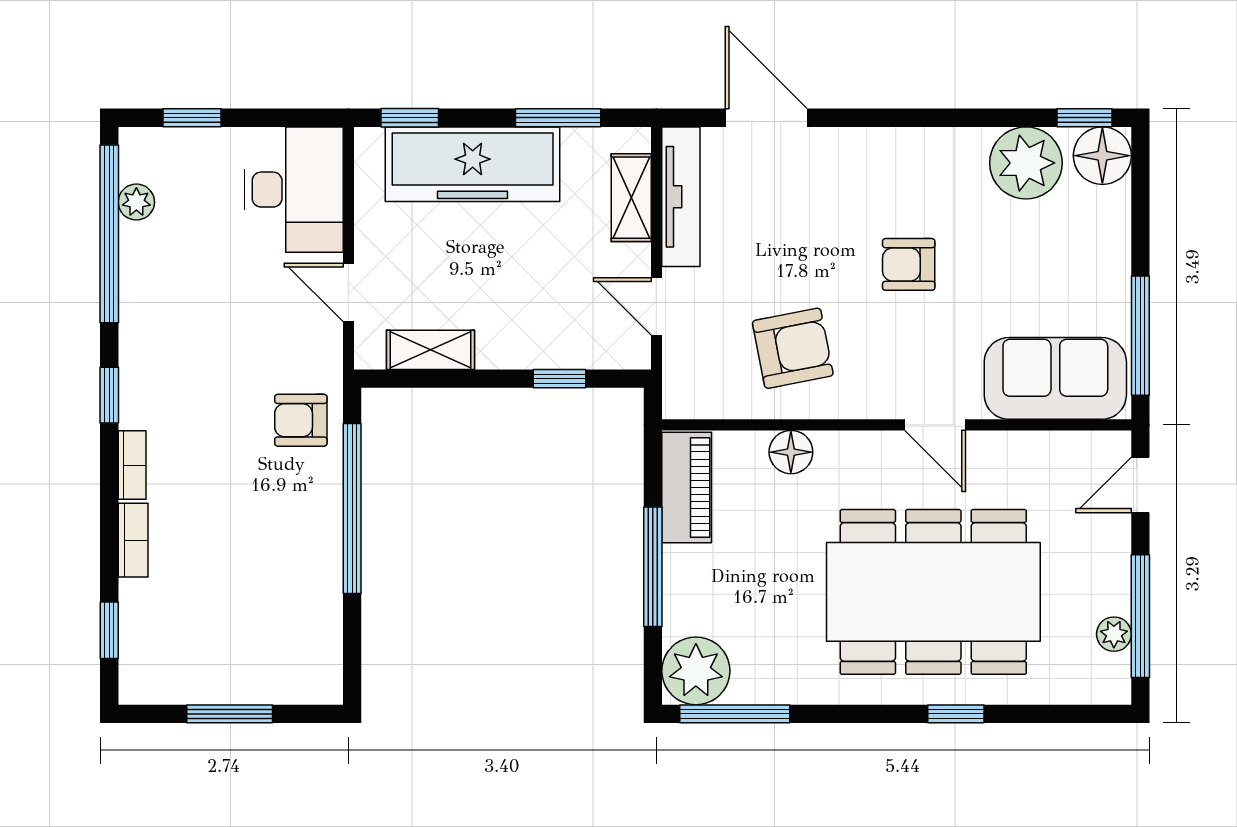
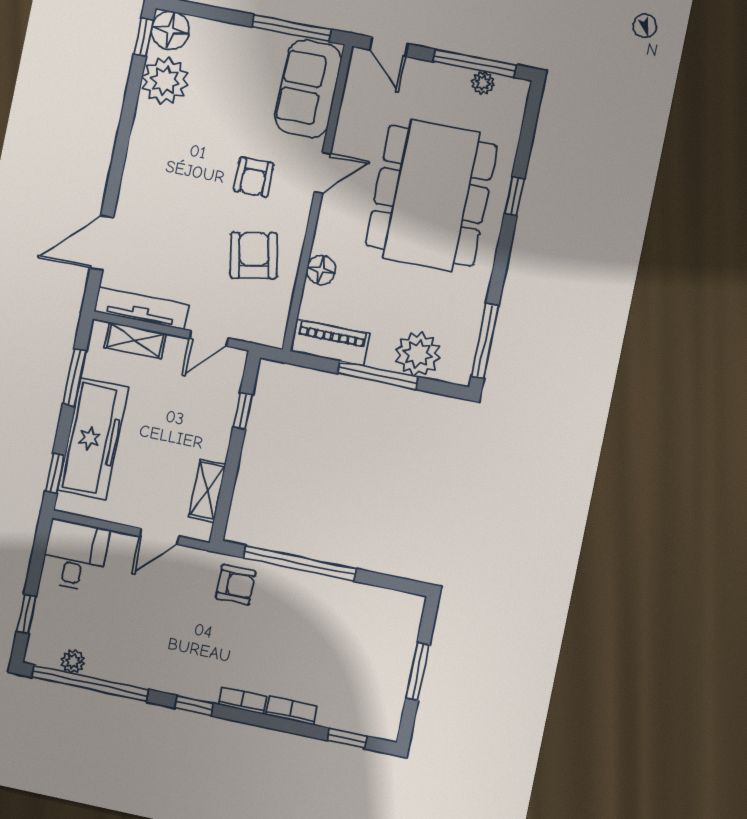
desk: (294, 190) -> (75, 556), width x0.73
armchair: (909, 264) -> (254, 177), moved
armchair: (301, 420) -> (236, 585), turned -90
plant: (696, 671) -> (418, 354), moved

